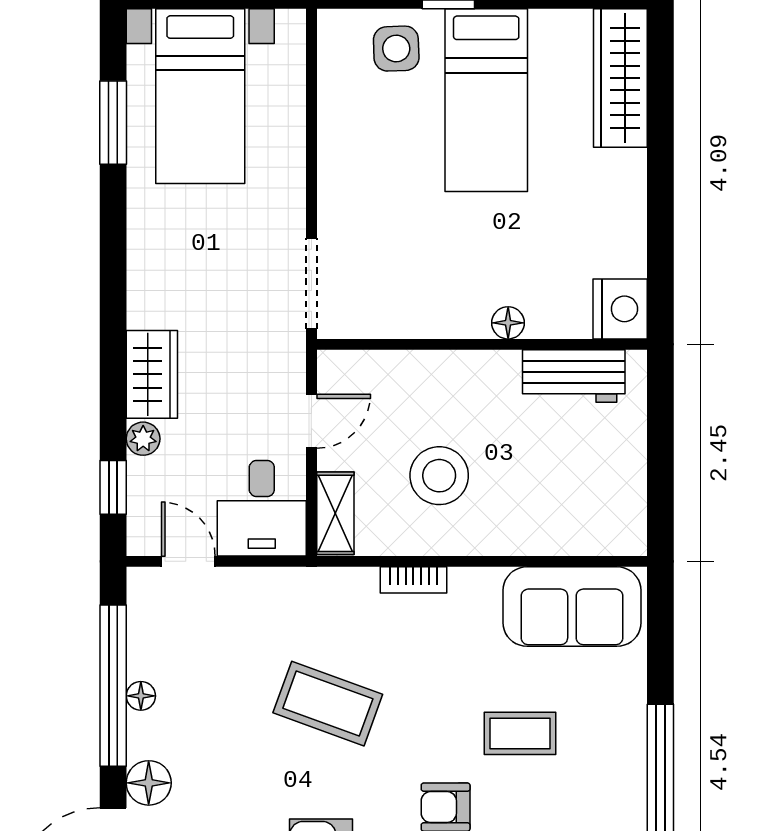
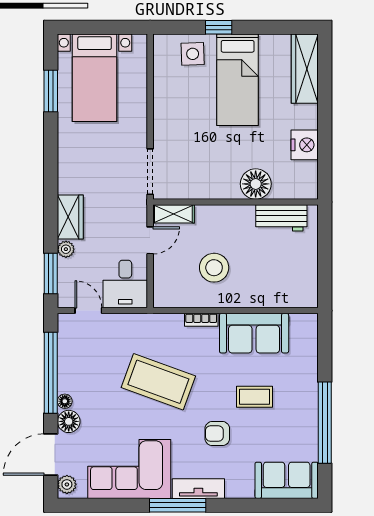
nightstand: (620, 309) -> (305, 145), moved
floor lamp: (508, 323) -> (256, 184), width x1.89, depth x1.89
window: (113, 487) -> (51, 274), width x1.50
shelving: (335, 513) -> (173, 214), moved, turned 90
sofa: (572, 607) -> (254, 333), moved
floor lamp: (141, 696) -> (65, 401), moved
coffee table: (328, 704) -> (158, 382), width x1.36, depth x1.32

